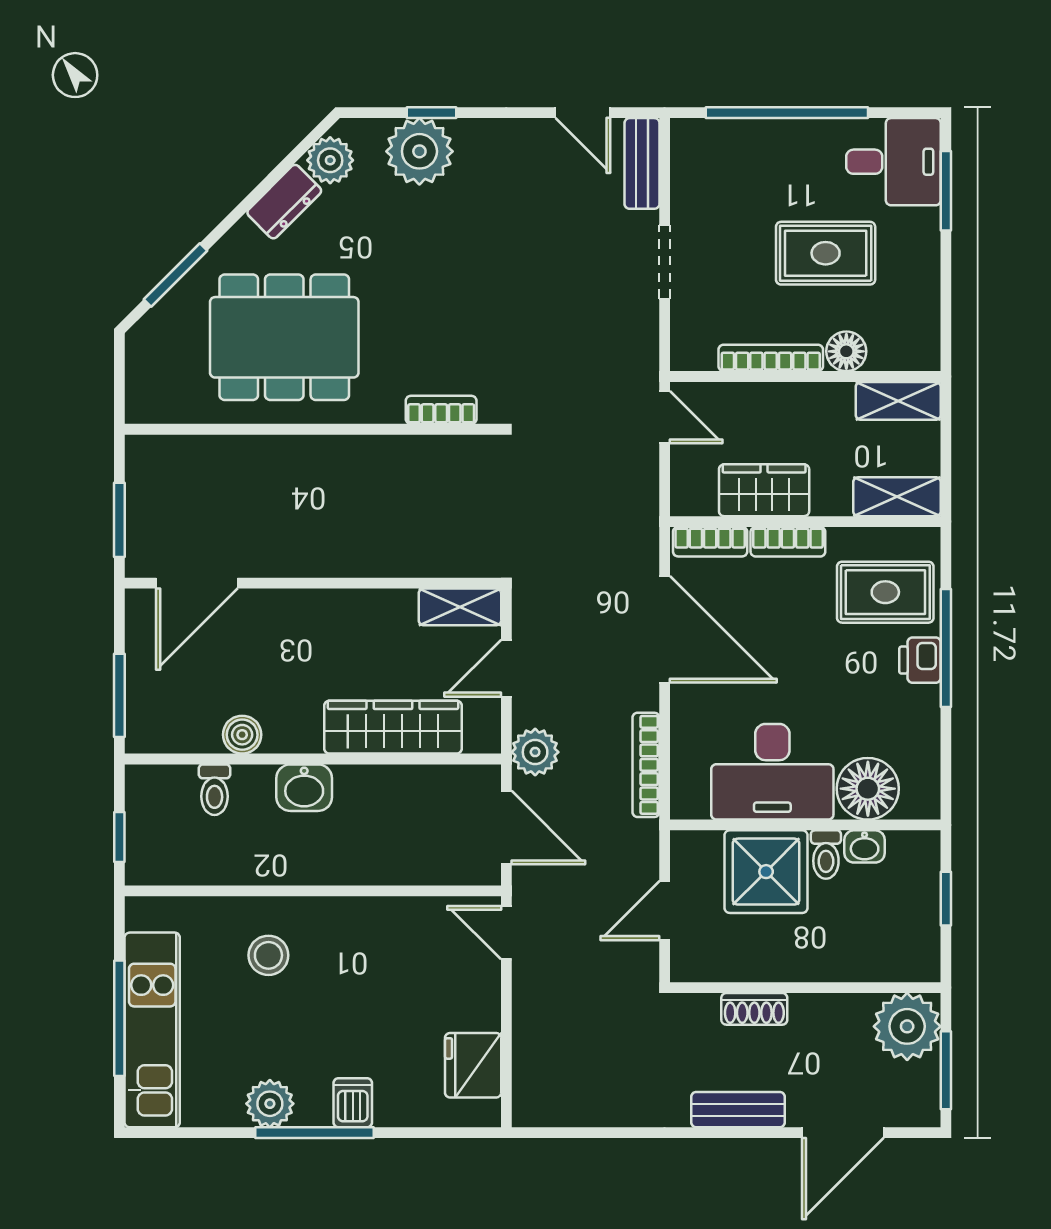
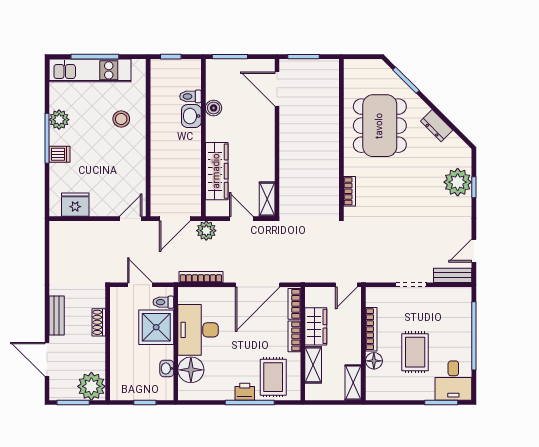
plant: (330, 160) -> (454, 145), removed
shelving: (897, 497) -> (313, 365), moved
washbasin: (304, 788) -> (191, 116), moved
toilet: (826, 855) -> (163, 302), moved

